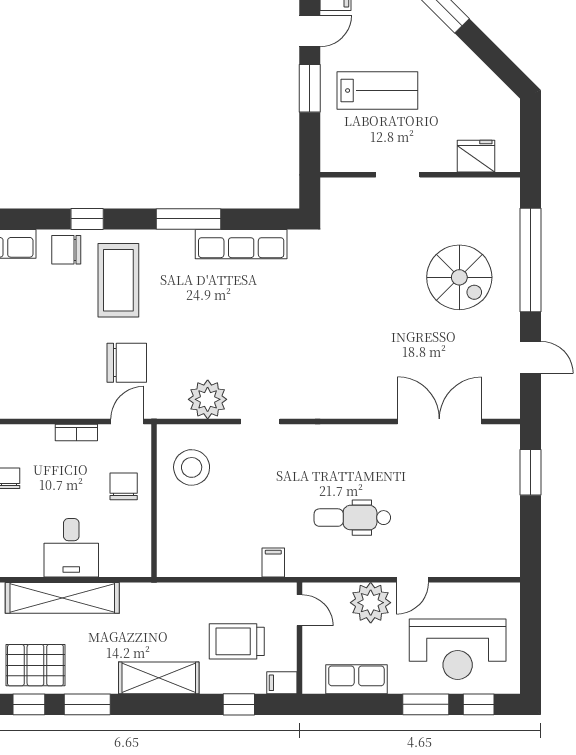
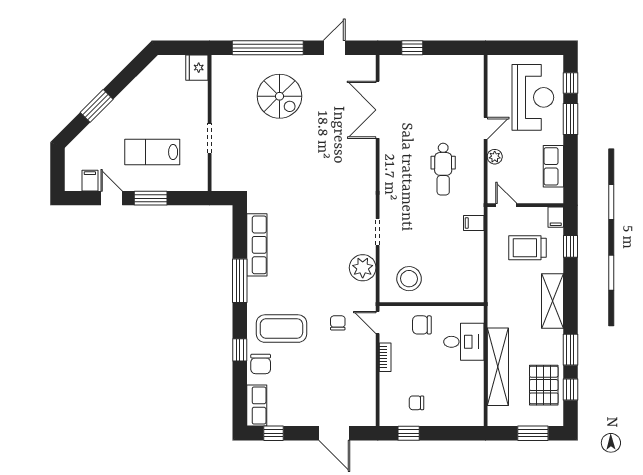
lab bench: (377, 91) -> (152, 152), turned -90
fridge: (476, 156) -> (197, 68), moved
spiral stairs: (459, 277) -> (279, 96), turned 90
chair: (127, 363) -> (338, 323), width x0.54, depth x0.54
window: (530, 472) -> (412, 48), width x0.67
desk: (71, 548) -> (464, 342), moved
door: (412, 580) -> (486, 128), hinge flipped
plant: (371, 603) -> (495, 157), width x0.53, depth x0.53
door: (299, 610) -> (506, 205), hinge flipped
trolley: (237, 641) -> (528, 248), turned 90

